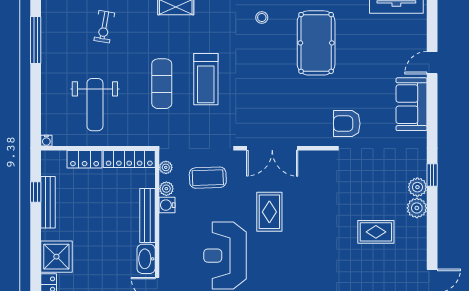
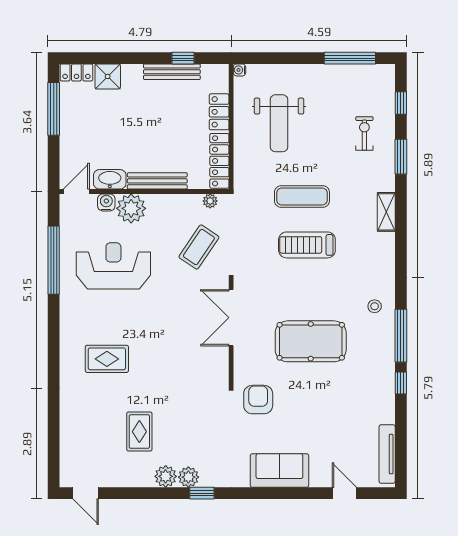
exercise bike: (104, 27) -> (364, 133), turned 80
pool table: (316, 43) -> (311, 341), moved
door: (432, 63) -> (344, 493), moved
weight bench: (95, 105) -> (279, 123), turned -90
coffee table: (208, 178) -> (199, 247), turned 36
plant: (166, 189) -> (131, 208), moved, width x1.88, depth x1.88
water cooler: (167, 205) -> (106, 202), moved
rug: (269, 212) -> (107, 359), moved
shower: (56, 257) -> (108, 76), width x0.73, depth x0.73

